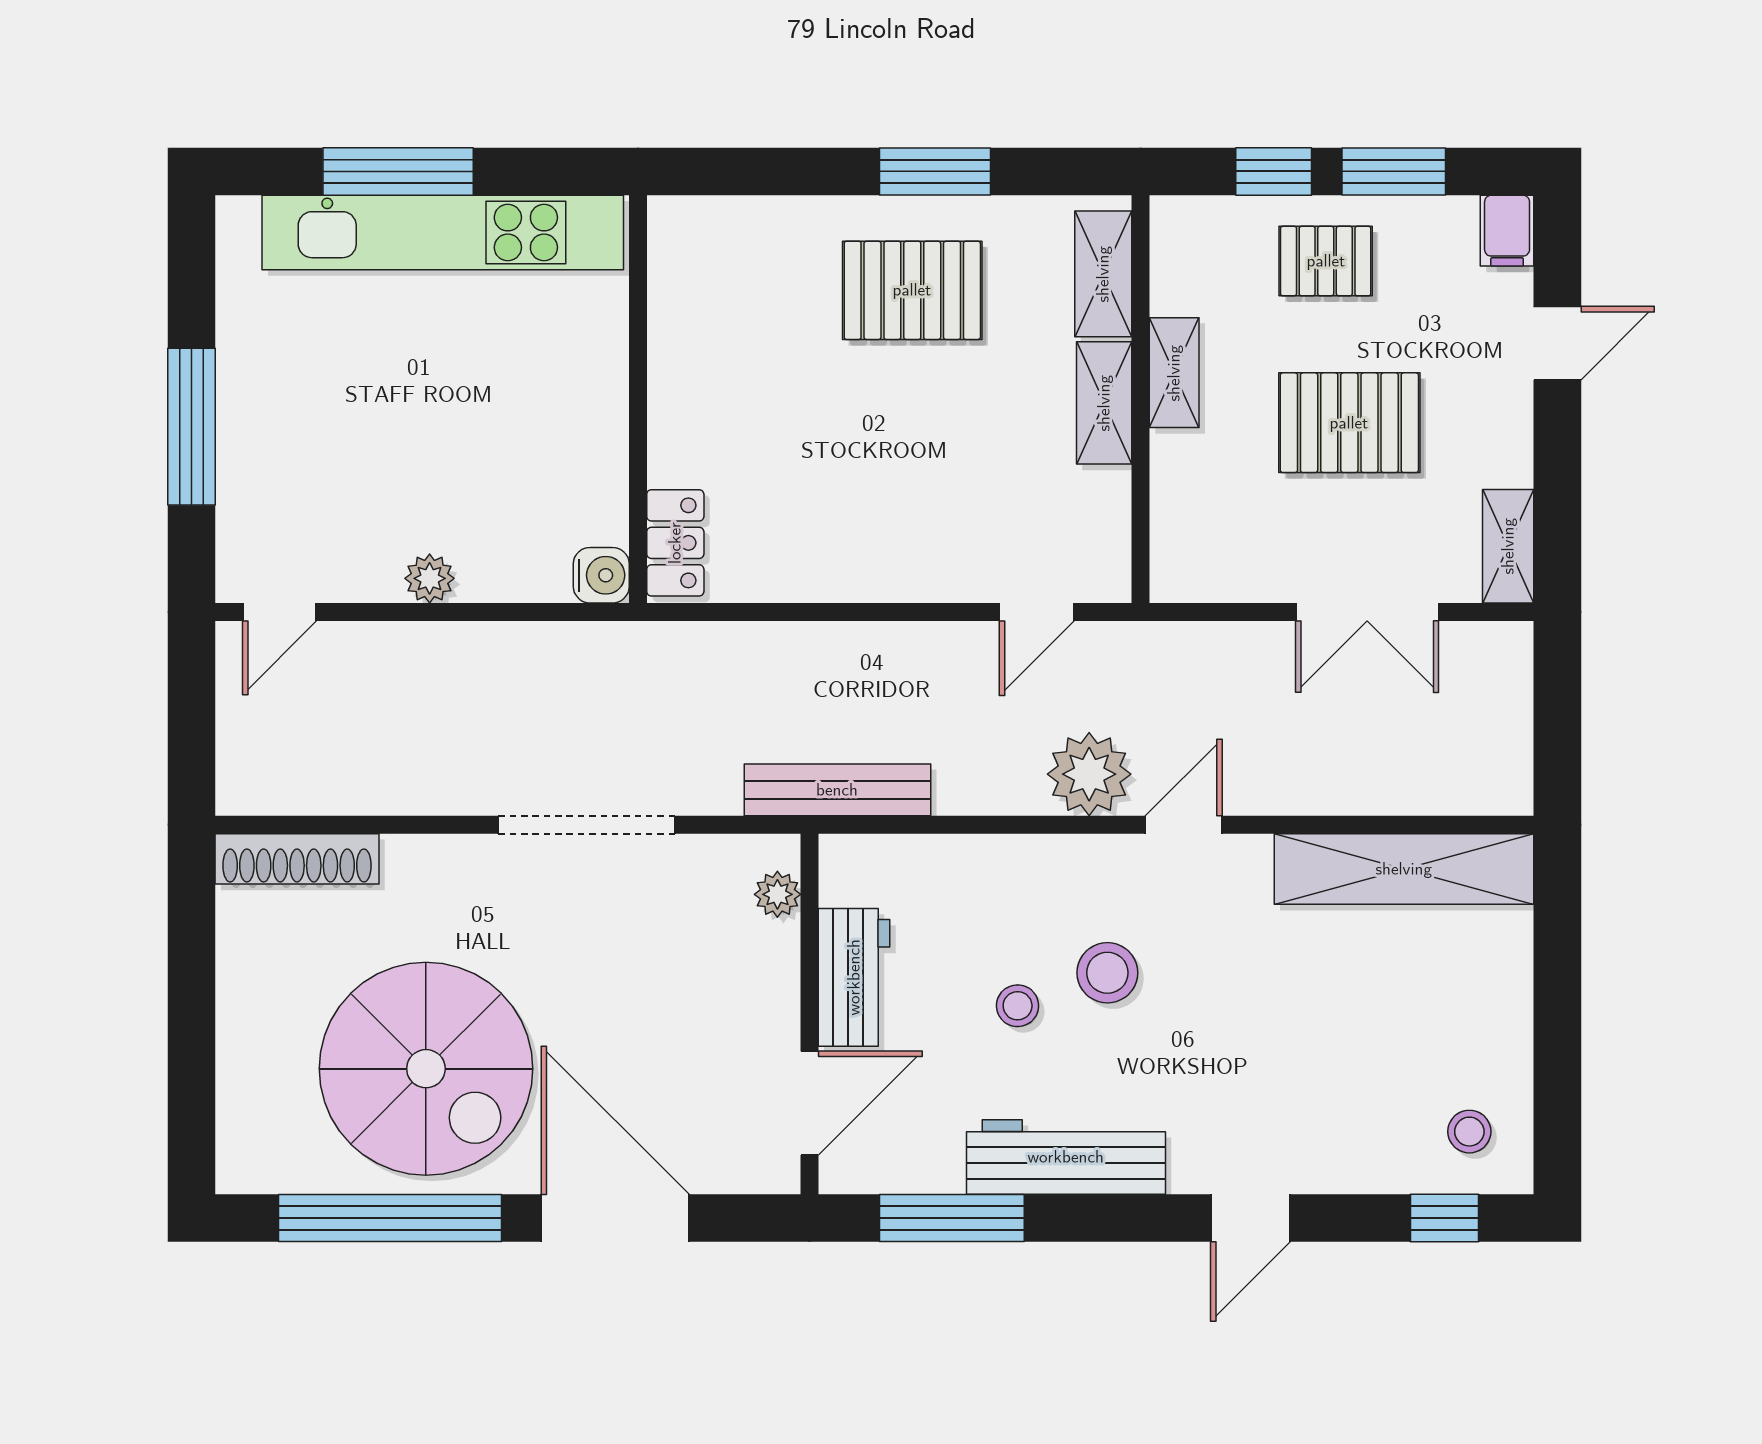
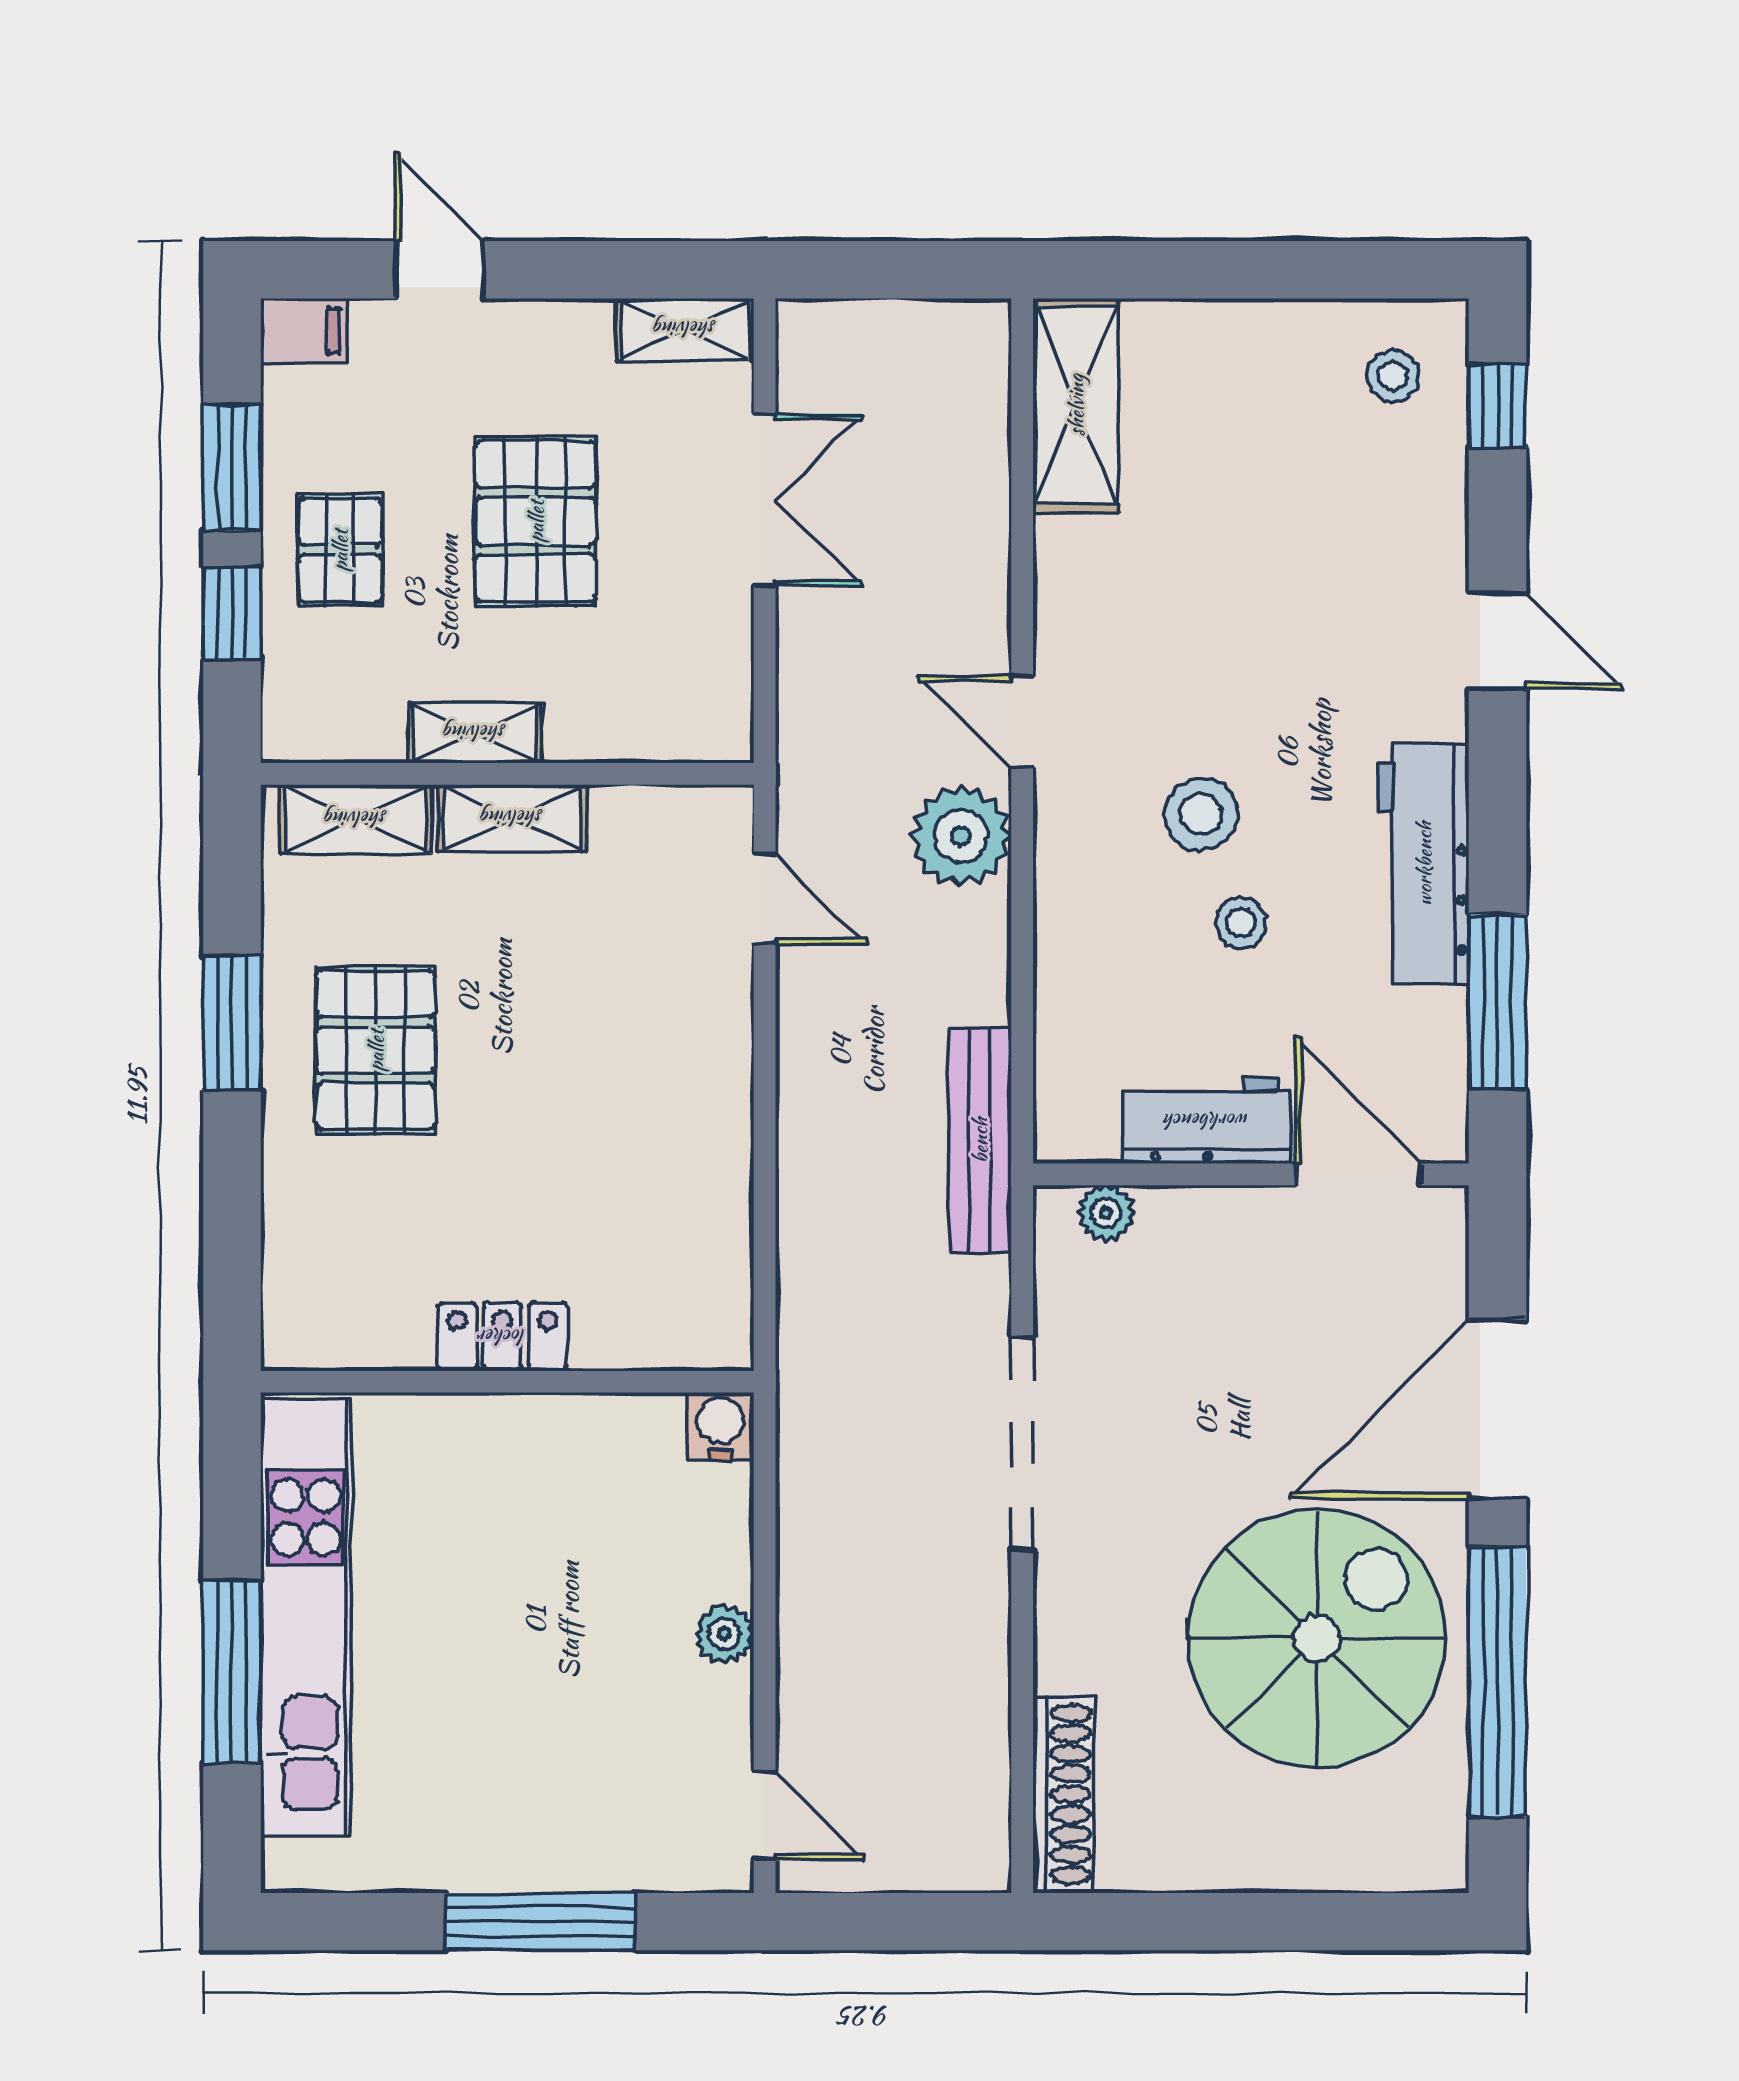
locker: (675, 543) -> (502, 1337), moved
shelving: (1404, 869) -> (1076, 405), width x0.68

